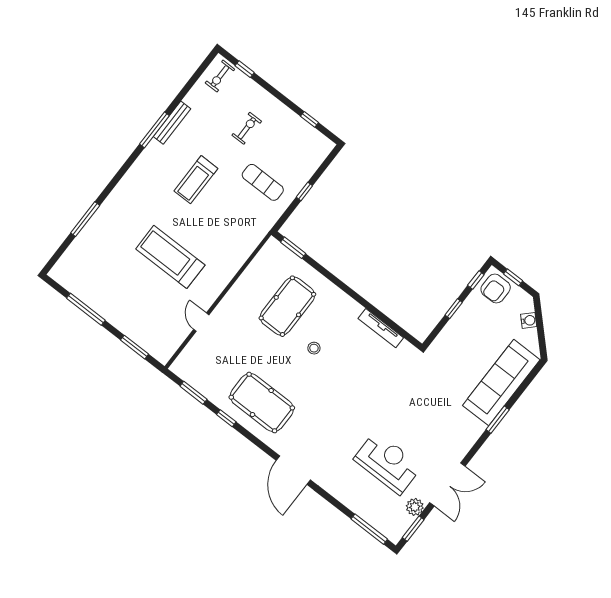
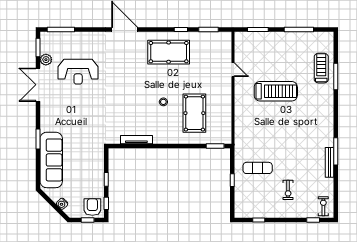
treadmill: (196, 180) -> (321, 68), moved

